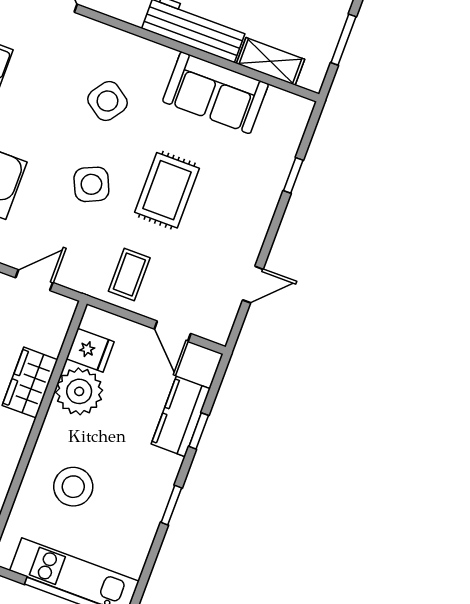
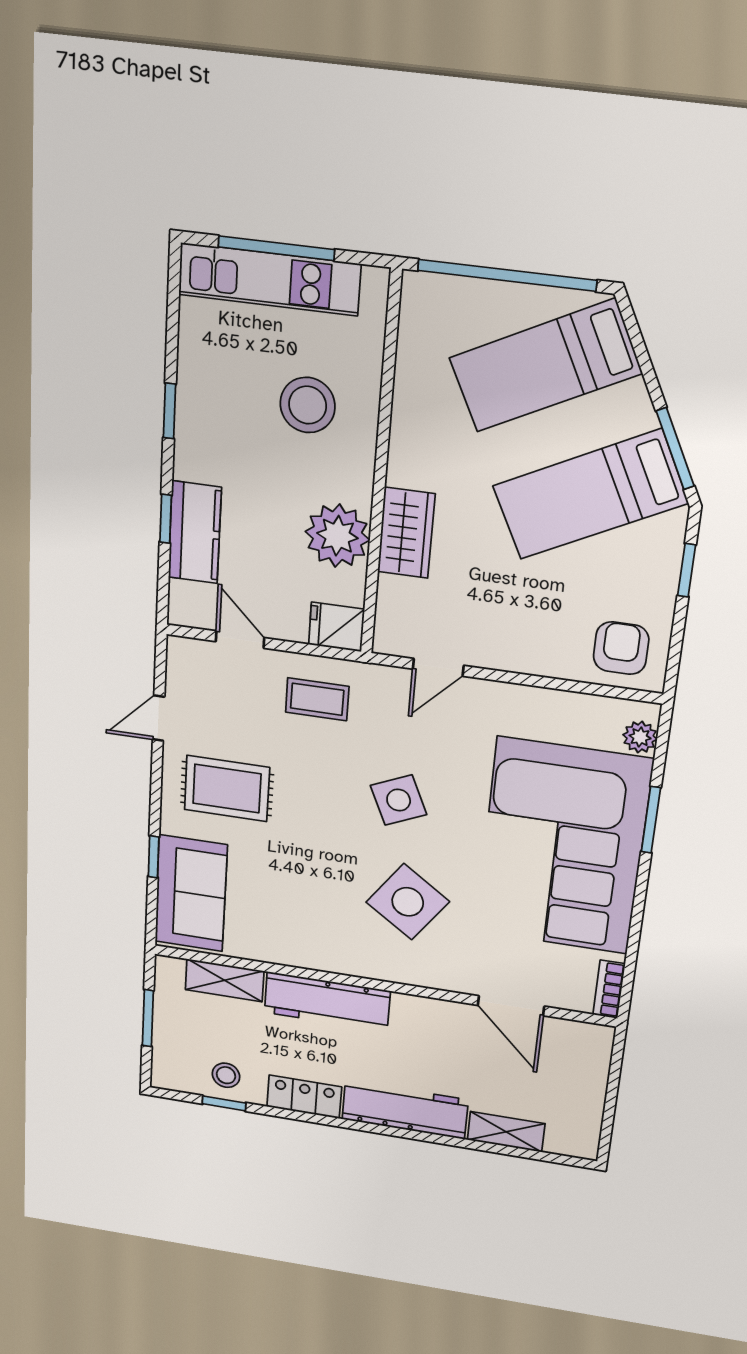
sofa: (216, 93) -> (191, 893), moved, turned 90
side table: (107, 101) -> (408, 902), width x1.37, depth x1.37
rug: (167, 190) -> (227, 789), moved, turned 90
coffee table: (129, 275) -> (317, 699), turned 90
fridge: (90, 350) -> (336, 627), moved

